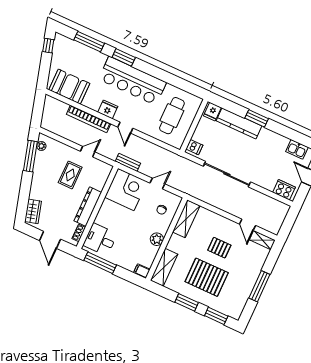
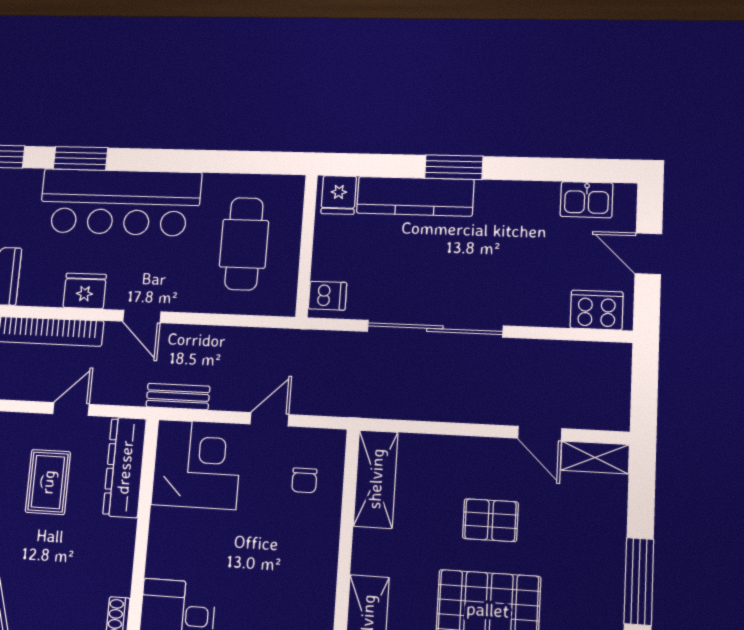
dresser: (88, 207) -> (125, 467), moved
plant: (157, 239) -> (321, 560), removed

